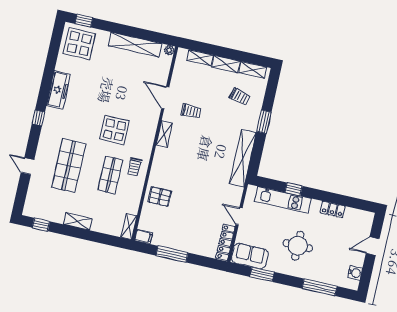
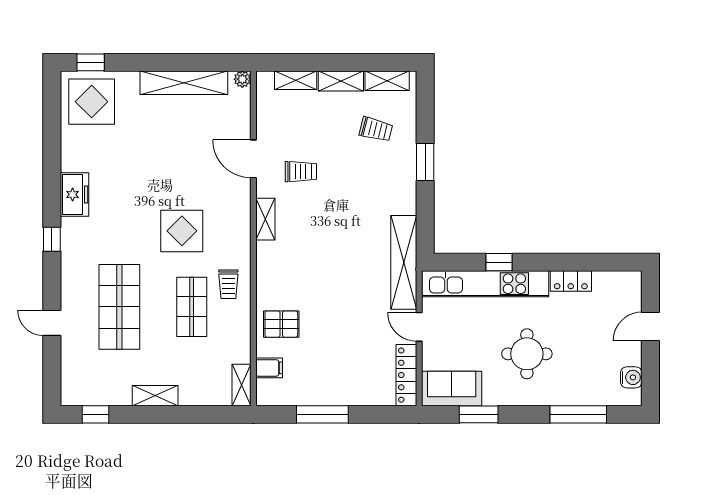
freezer: (59, 90) -> (74, 194), width x0.71
shelving: (243, 158) -> (404, 262), moved
kitchen unit: (283, 200) -> (485, 284), width x1.36
filing cabinet: (144, 236) -> (269, 368), moved

